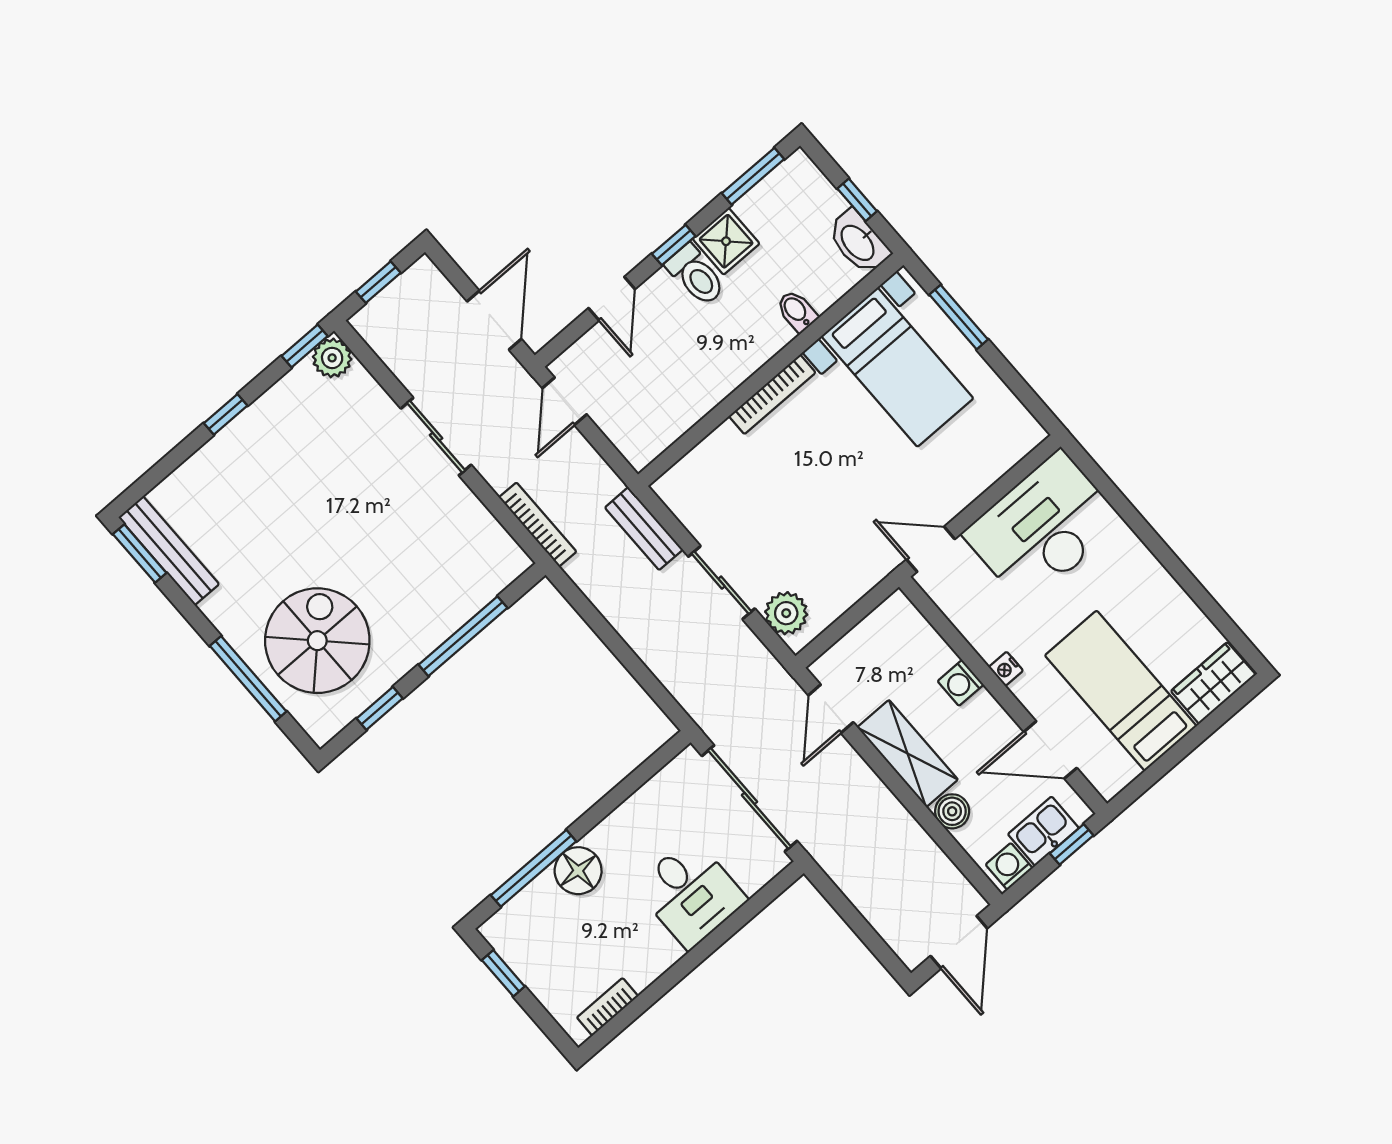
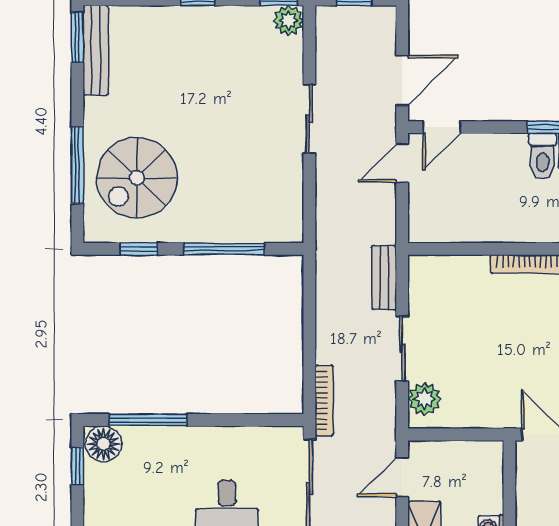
door: (612, 299) -> (442, 127), moved
bookcase: (538, 525) -> (324, 401), moved
spiral stairs: (317, 641) -> (137, 178), turned 180
floor lamp: (578, 871) -> (104, 444), moved

